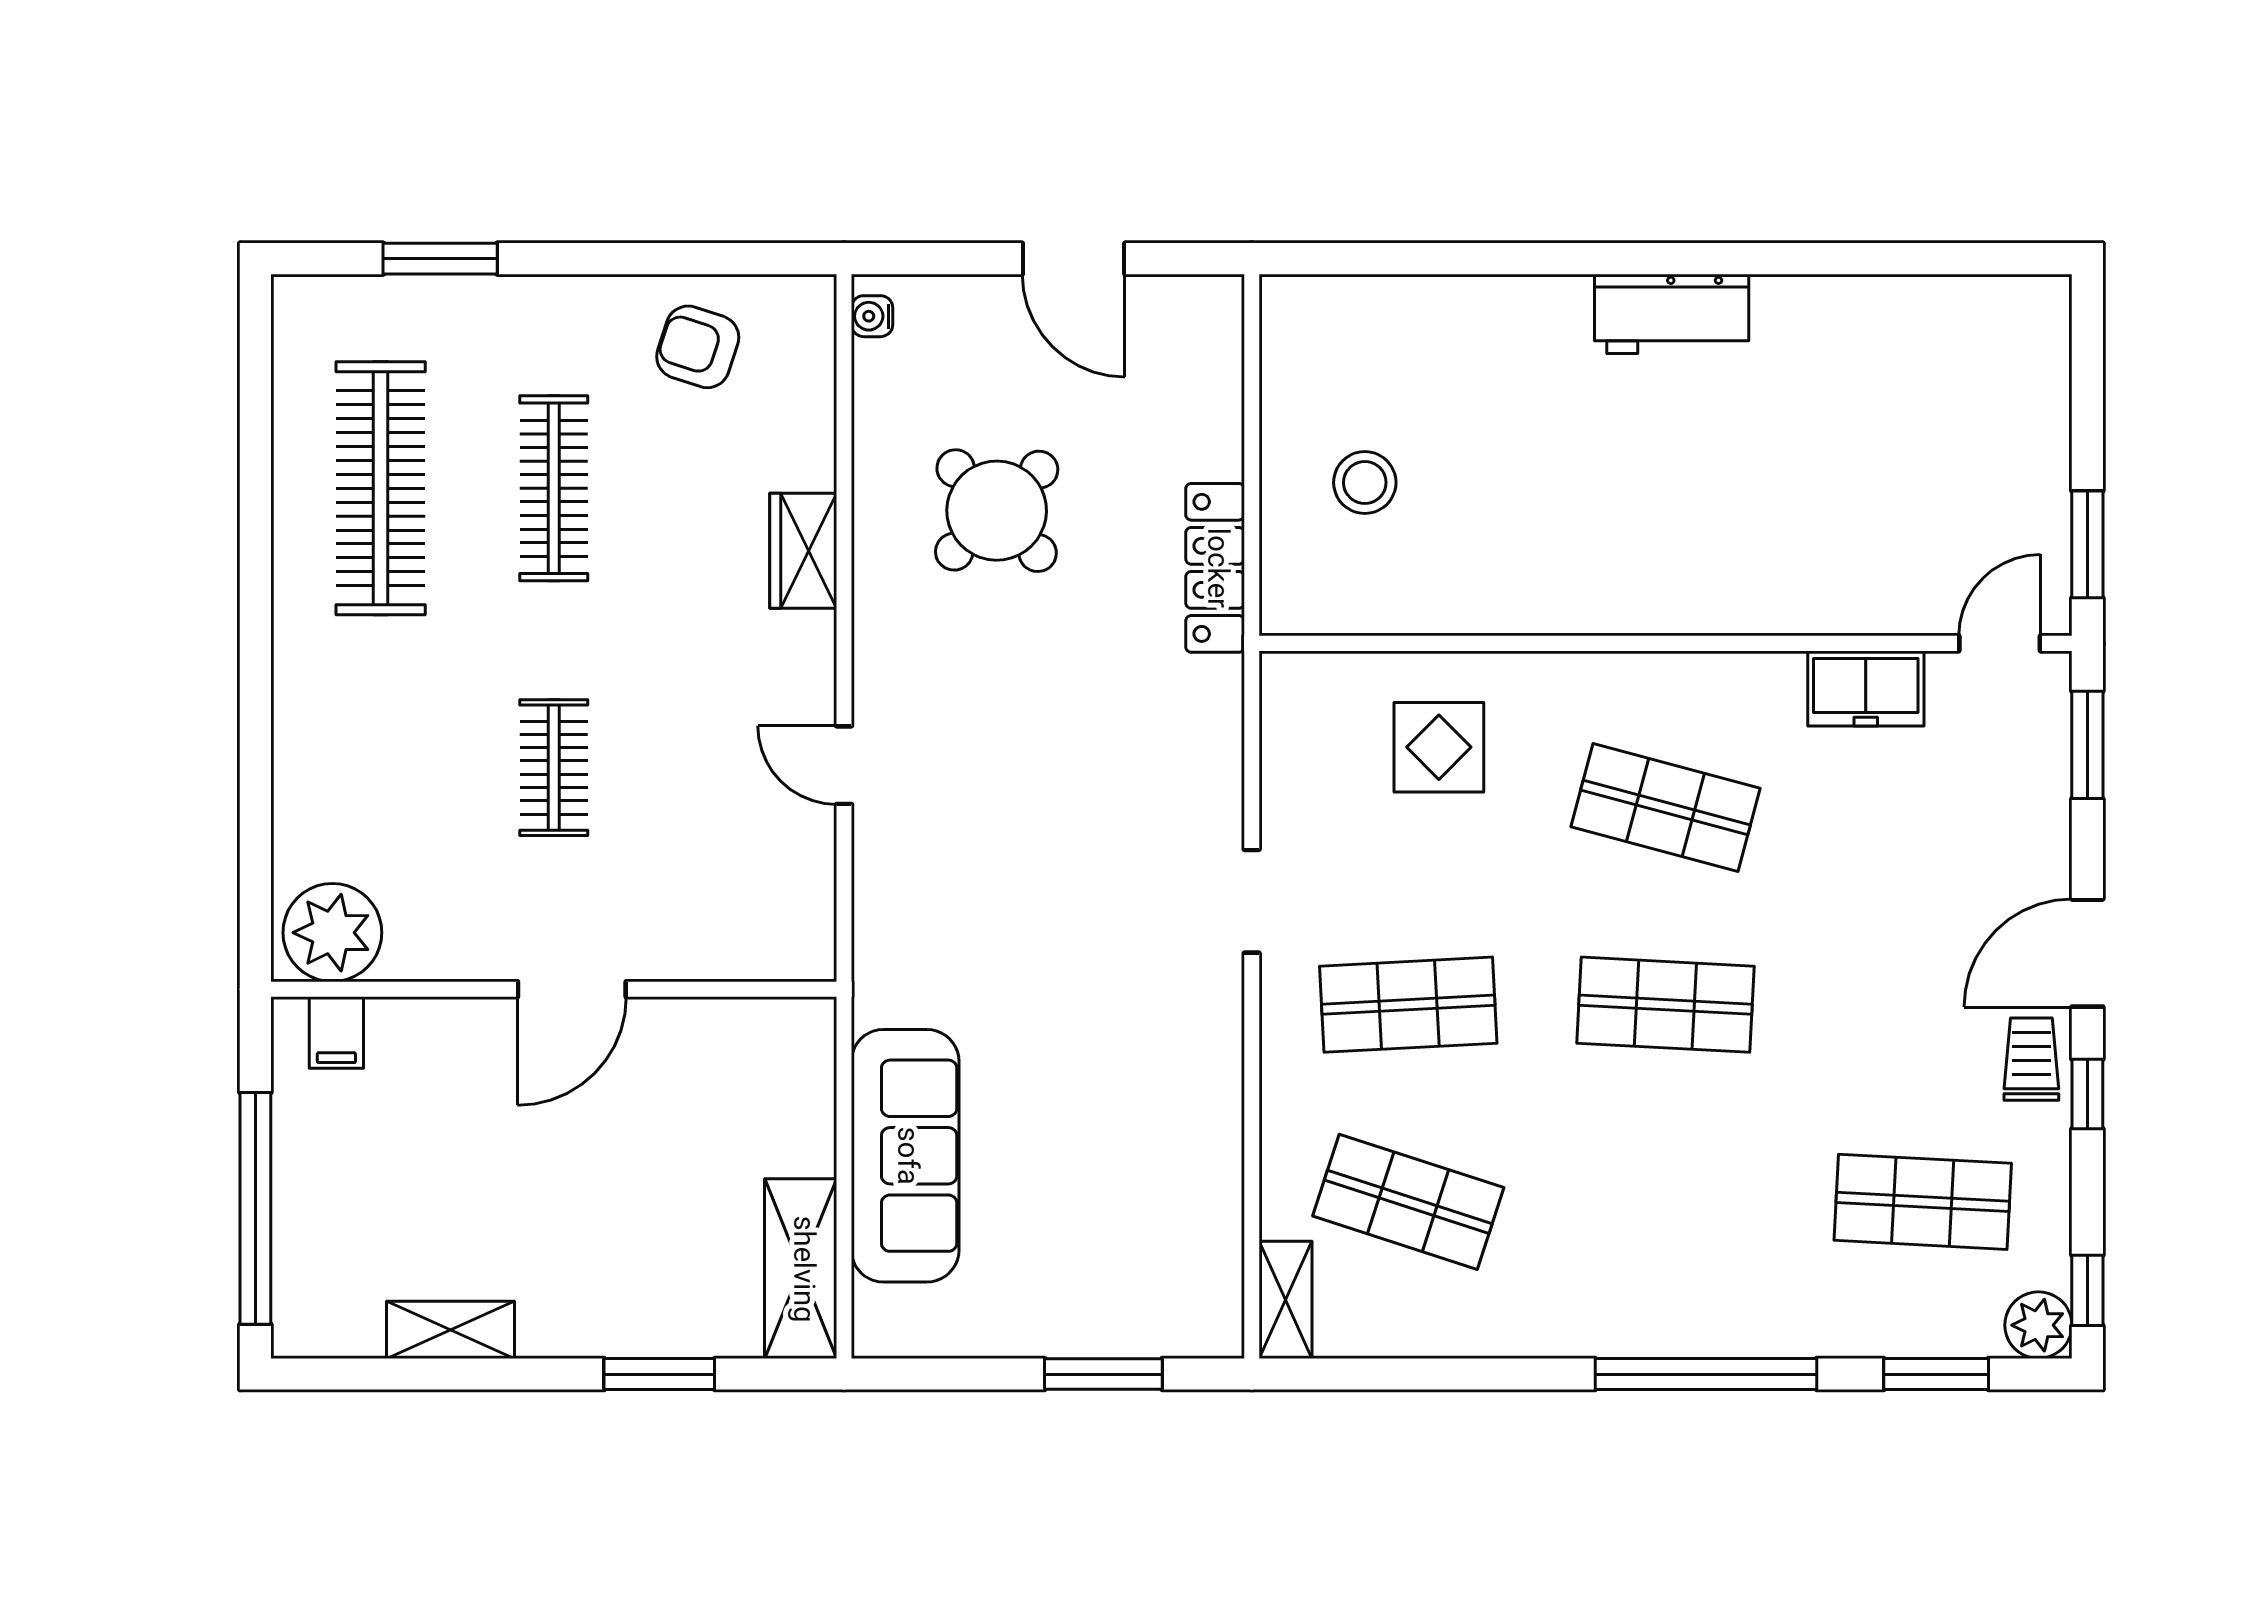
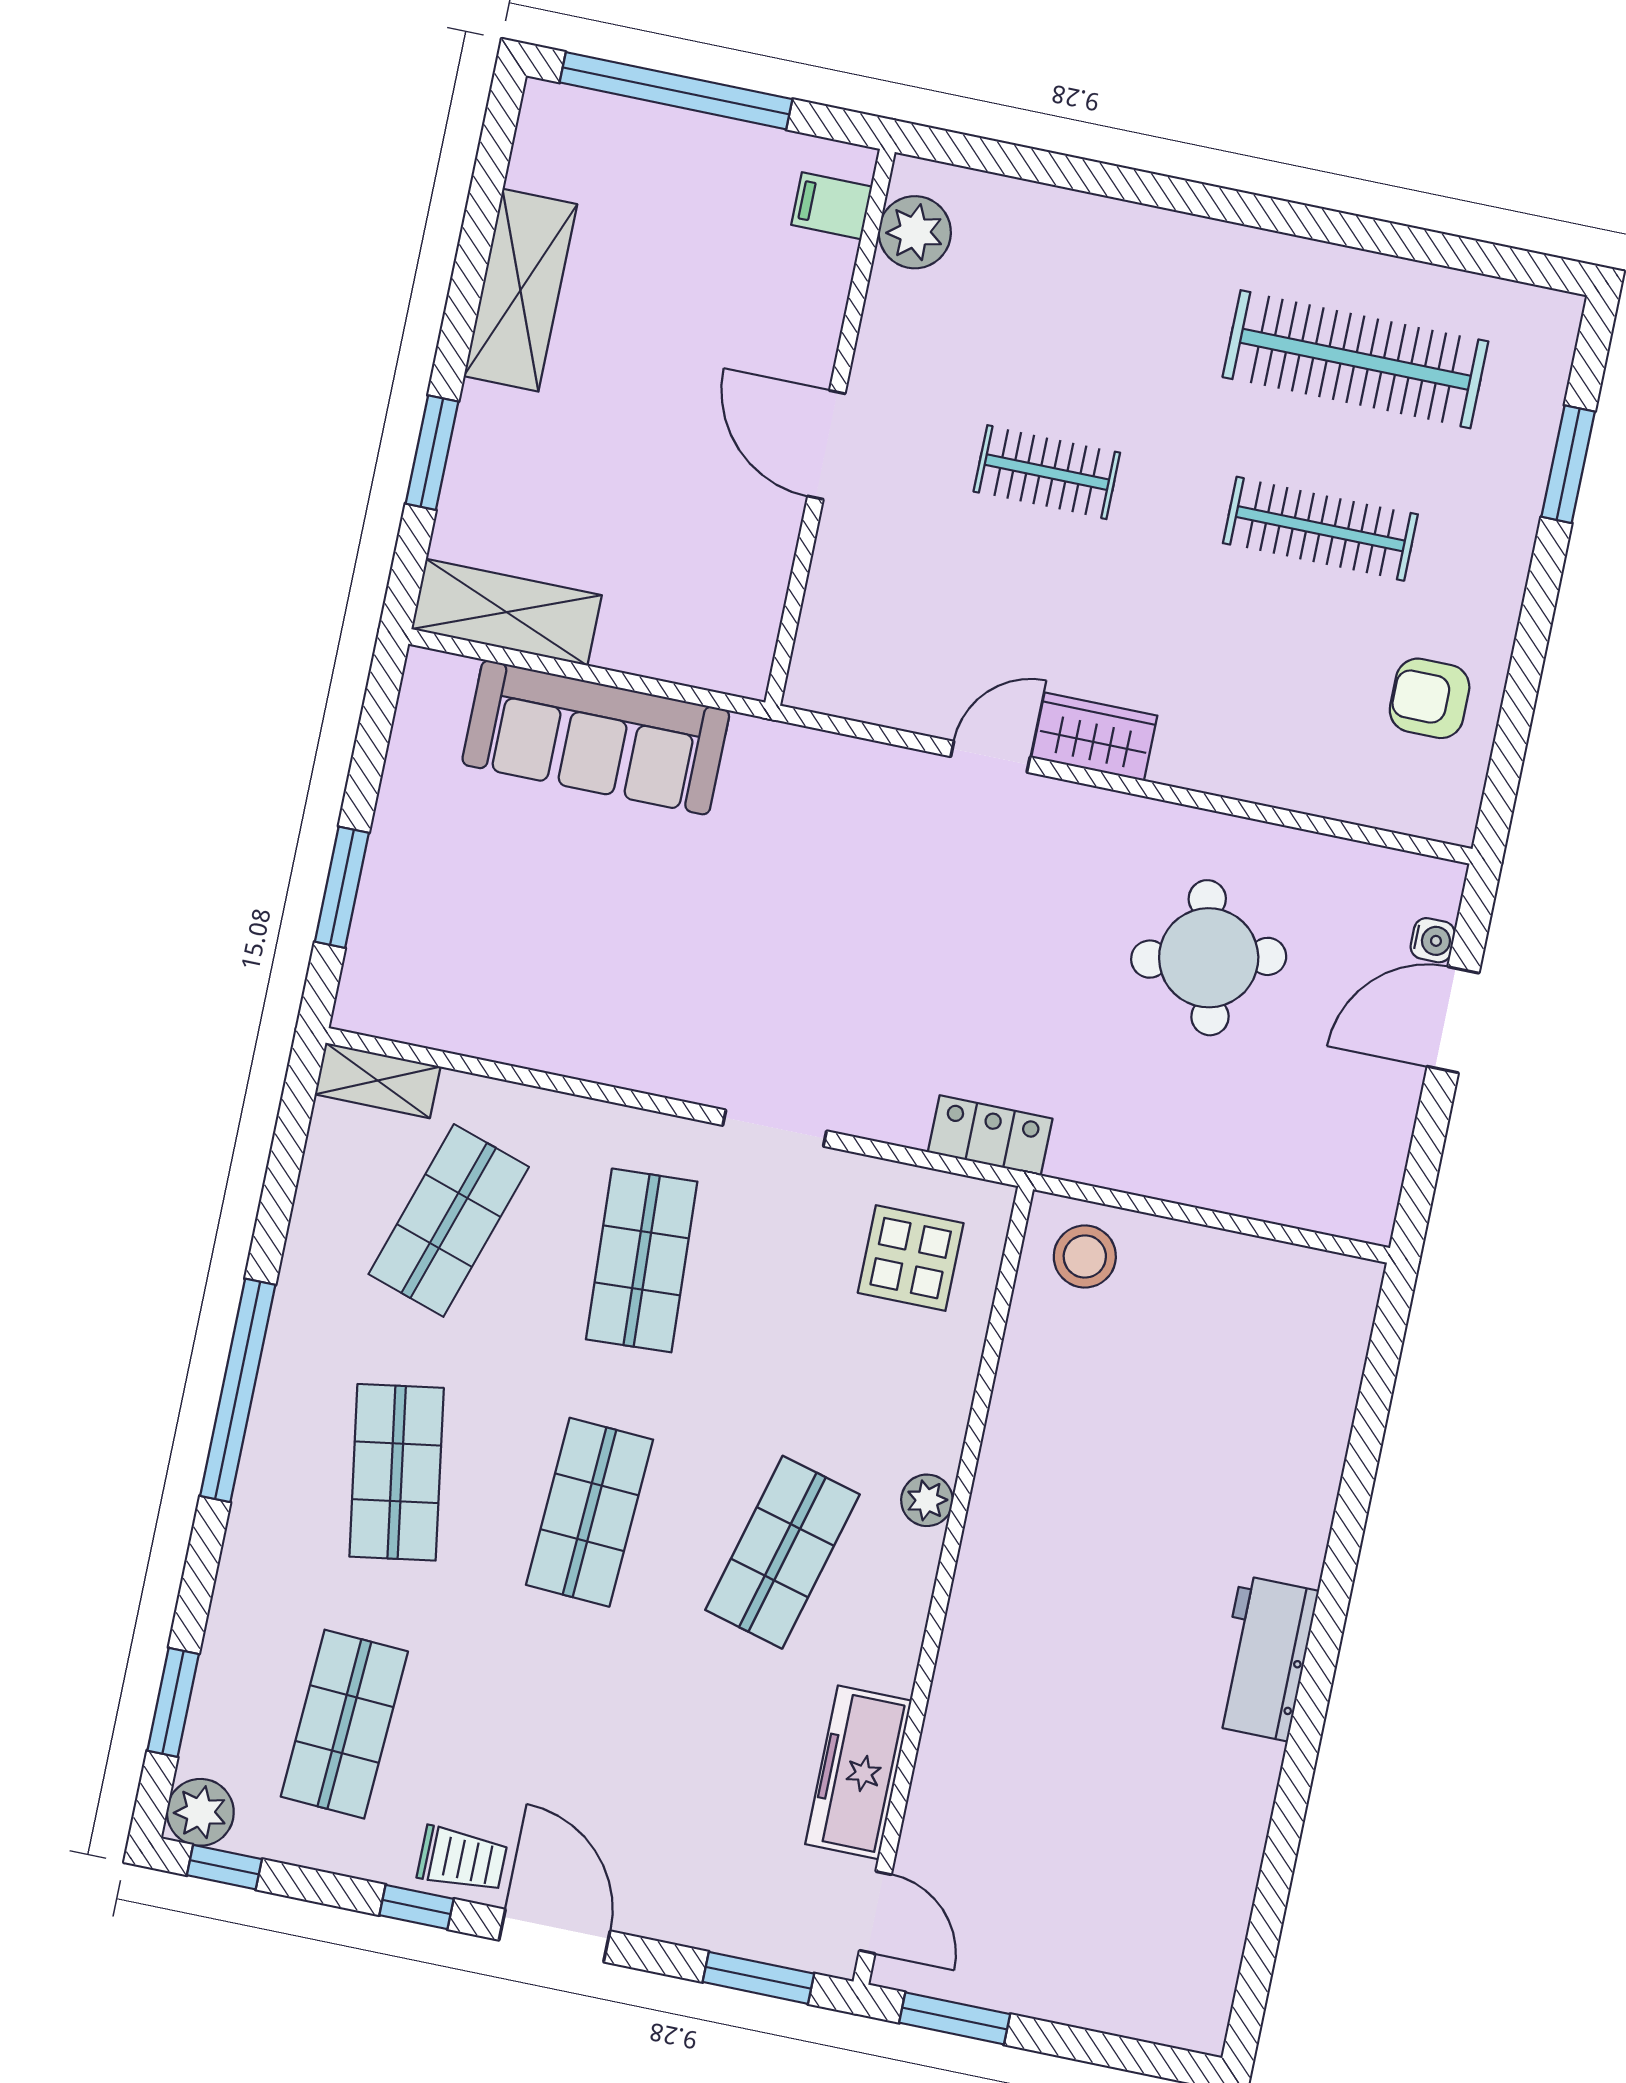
door: (1074, 259) -> (1453, 1020), moved
water cooler: (872, 316) -> (1433, 940), moved, turned 90
armchair: (698, 347) -> (1430, 698), turned -108
stool: (1365, 483) -> (1085, 1257), moved
round table: (997, 511) -> (1209, 958), turned 31
wardrobe: (803, 551) -> (1094, 737), moved
locker: (1215, 568) -> (990, 1135), moved, width x0.66
plant: (1585, 677) -> (927, 1500), added
freezer: (1866, 688) -> (858, 1772), width x1.40
display table: (1439, 747) -> (911, 1258), moved
plant: (332, 933) -> (915, 232), width x0.73, depth x0.73
shop shelf: (1665, 1202) -> (397, 1472), added
shelving: (450, 1330) -> (520, 290), width x1.50, depth x1.33
window: (1706, 1374) -> (238, 1390), moved

